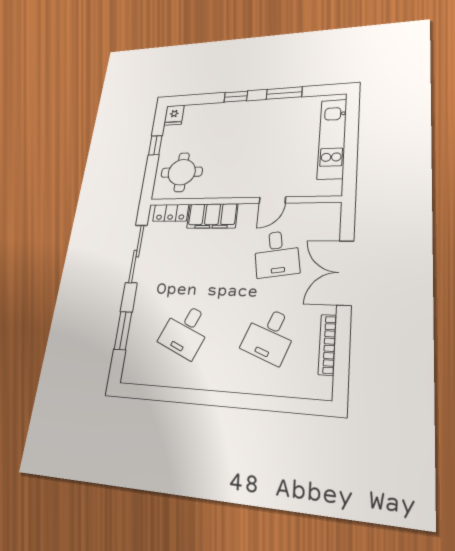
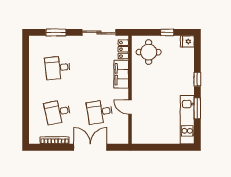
kitchen unit: (332, 139) -> (187, 120), moved, turned -90
desk: (186, 331) -> (58, 68), turned -30
desk: (270, 335) -> (58, 112), turned -33

